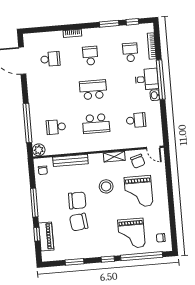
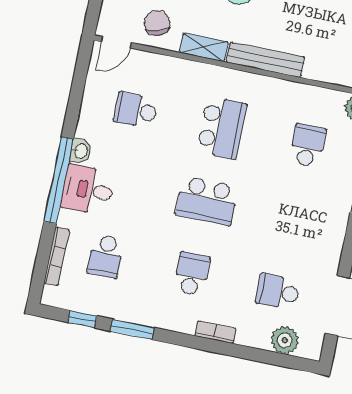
plant: (41, 39) -> (285, 340), added
school desk: (90, 56) -> (192, 274), turned 180
school desk: (96, 124) -> (222, 128), turned 90
school desk: (56, 127) -> (308, 145), turned -90
door: (153, 147) -> (116, 42), swing flipped
bench: (70, 160) -> (265, 60), moved

